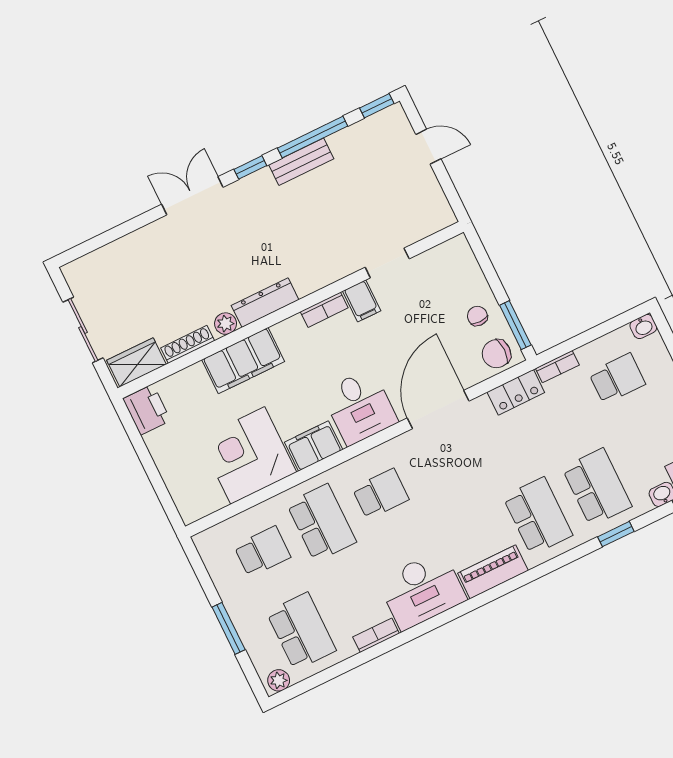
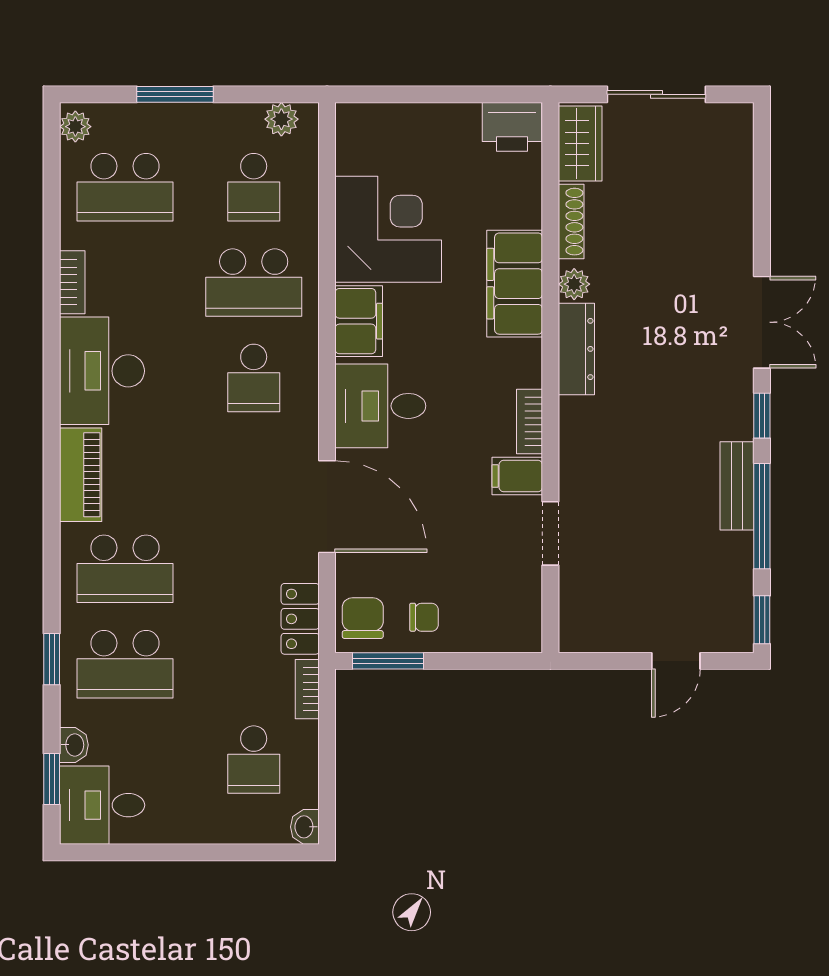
plant: (212, 555) -> (281, 119), added

